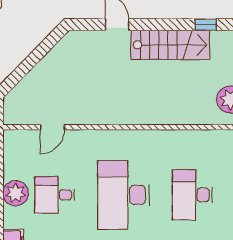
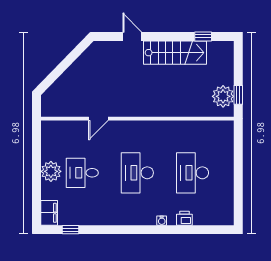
door: (52, 127) -> (98, 119), moved
desk: (124, 195) -> (137, 173), width x0.73, depth x0.77

